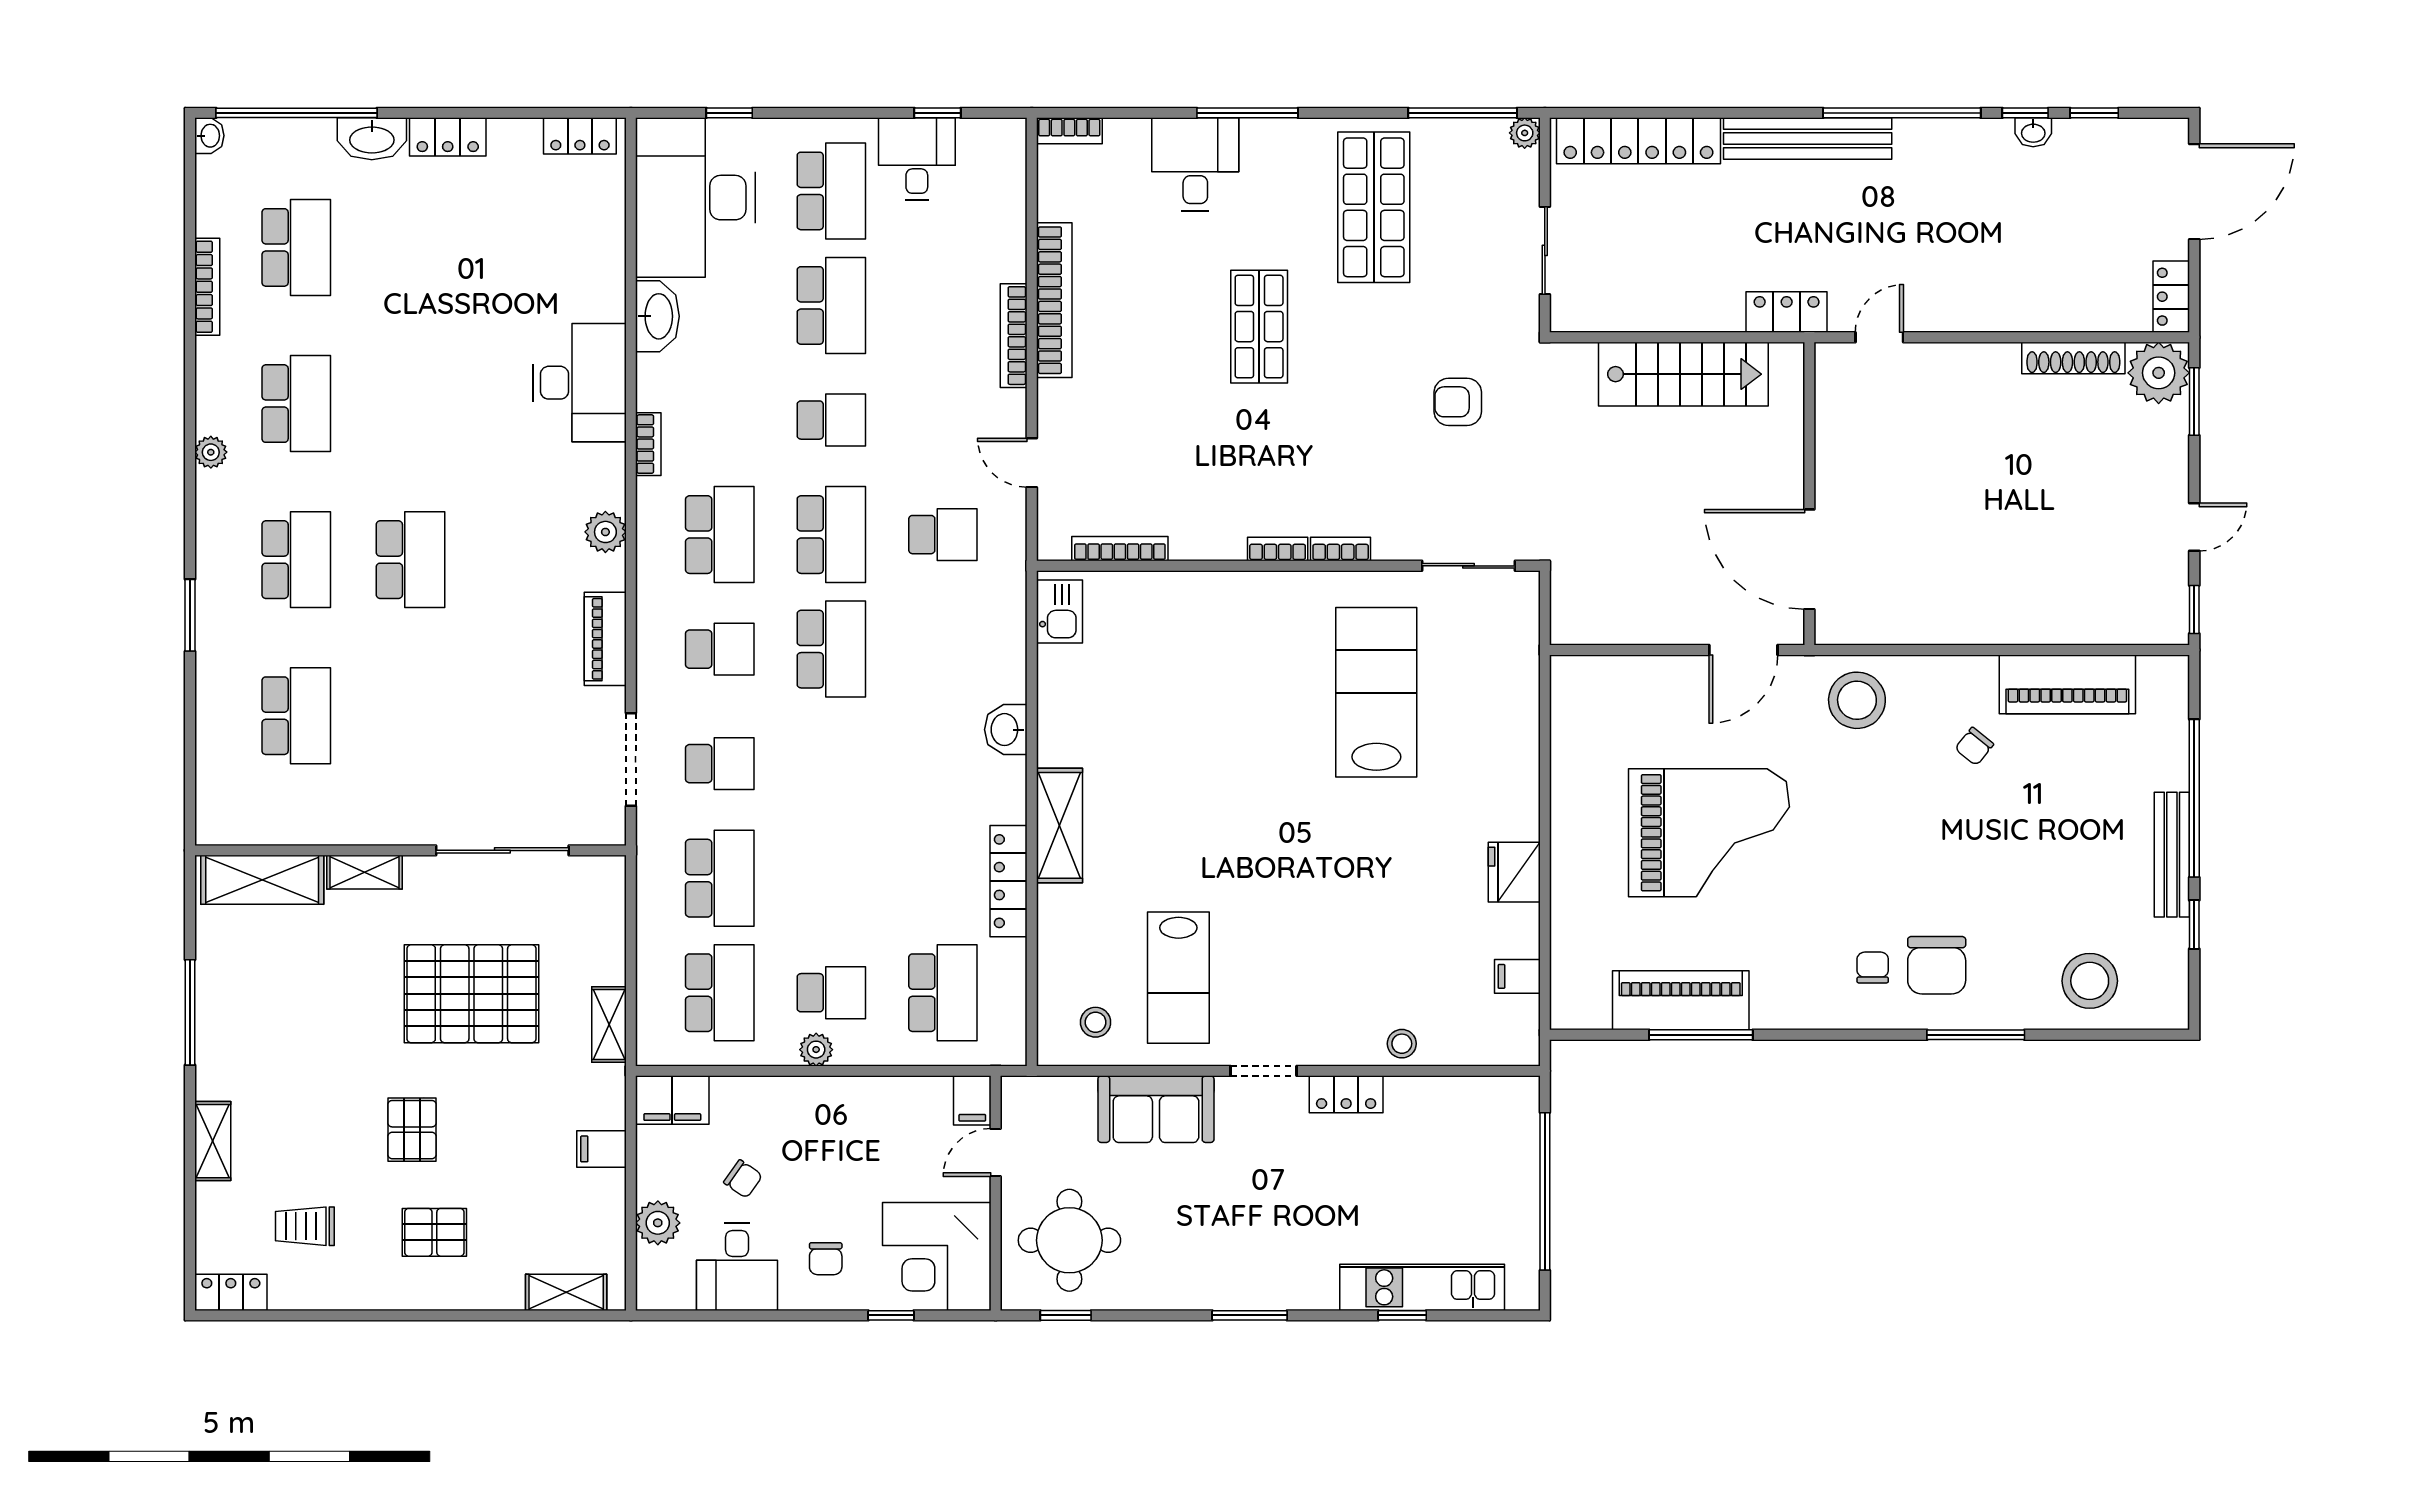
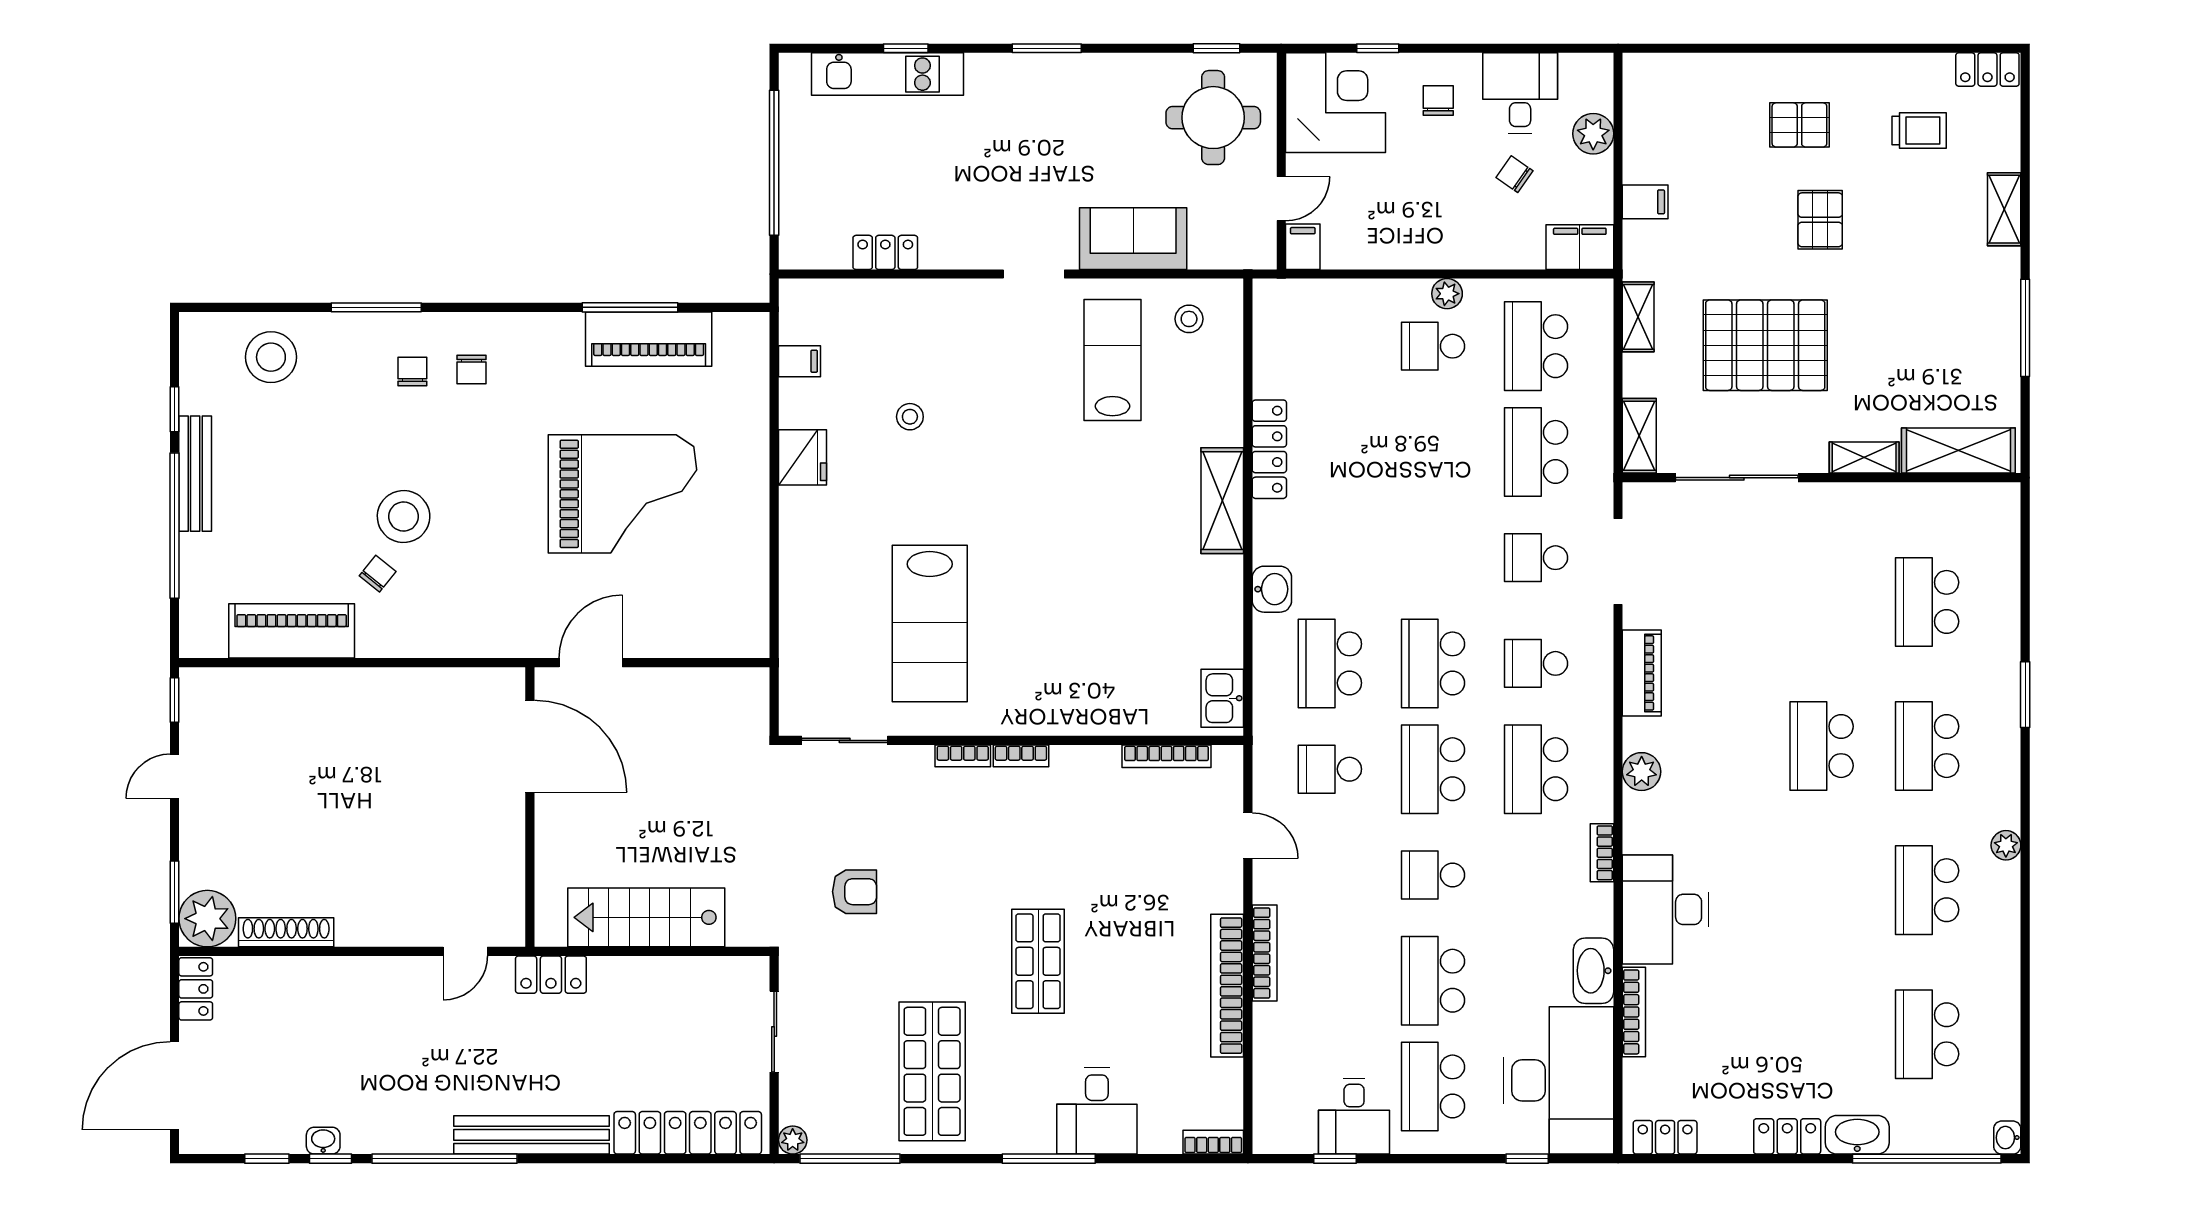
bookcase: (207, 287) -> (1634, 1012), moved, turned 180
stool: (1857, 700) -> (404, 516), moved
grand piano: (1709, 833) -> (623, 494), turned 180
chair: (1937, 965) -> (412, 371), width x0.54, depth x0.54
school desk: (943, 993) -> (1330, 663), moved
stool: (1402, 1044) -> (910, 417), moved
locker: (1346, 1094) -> (885, 252), moved
shelving: (566, 1292) -> (1639, 436), moved, turned 90

